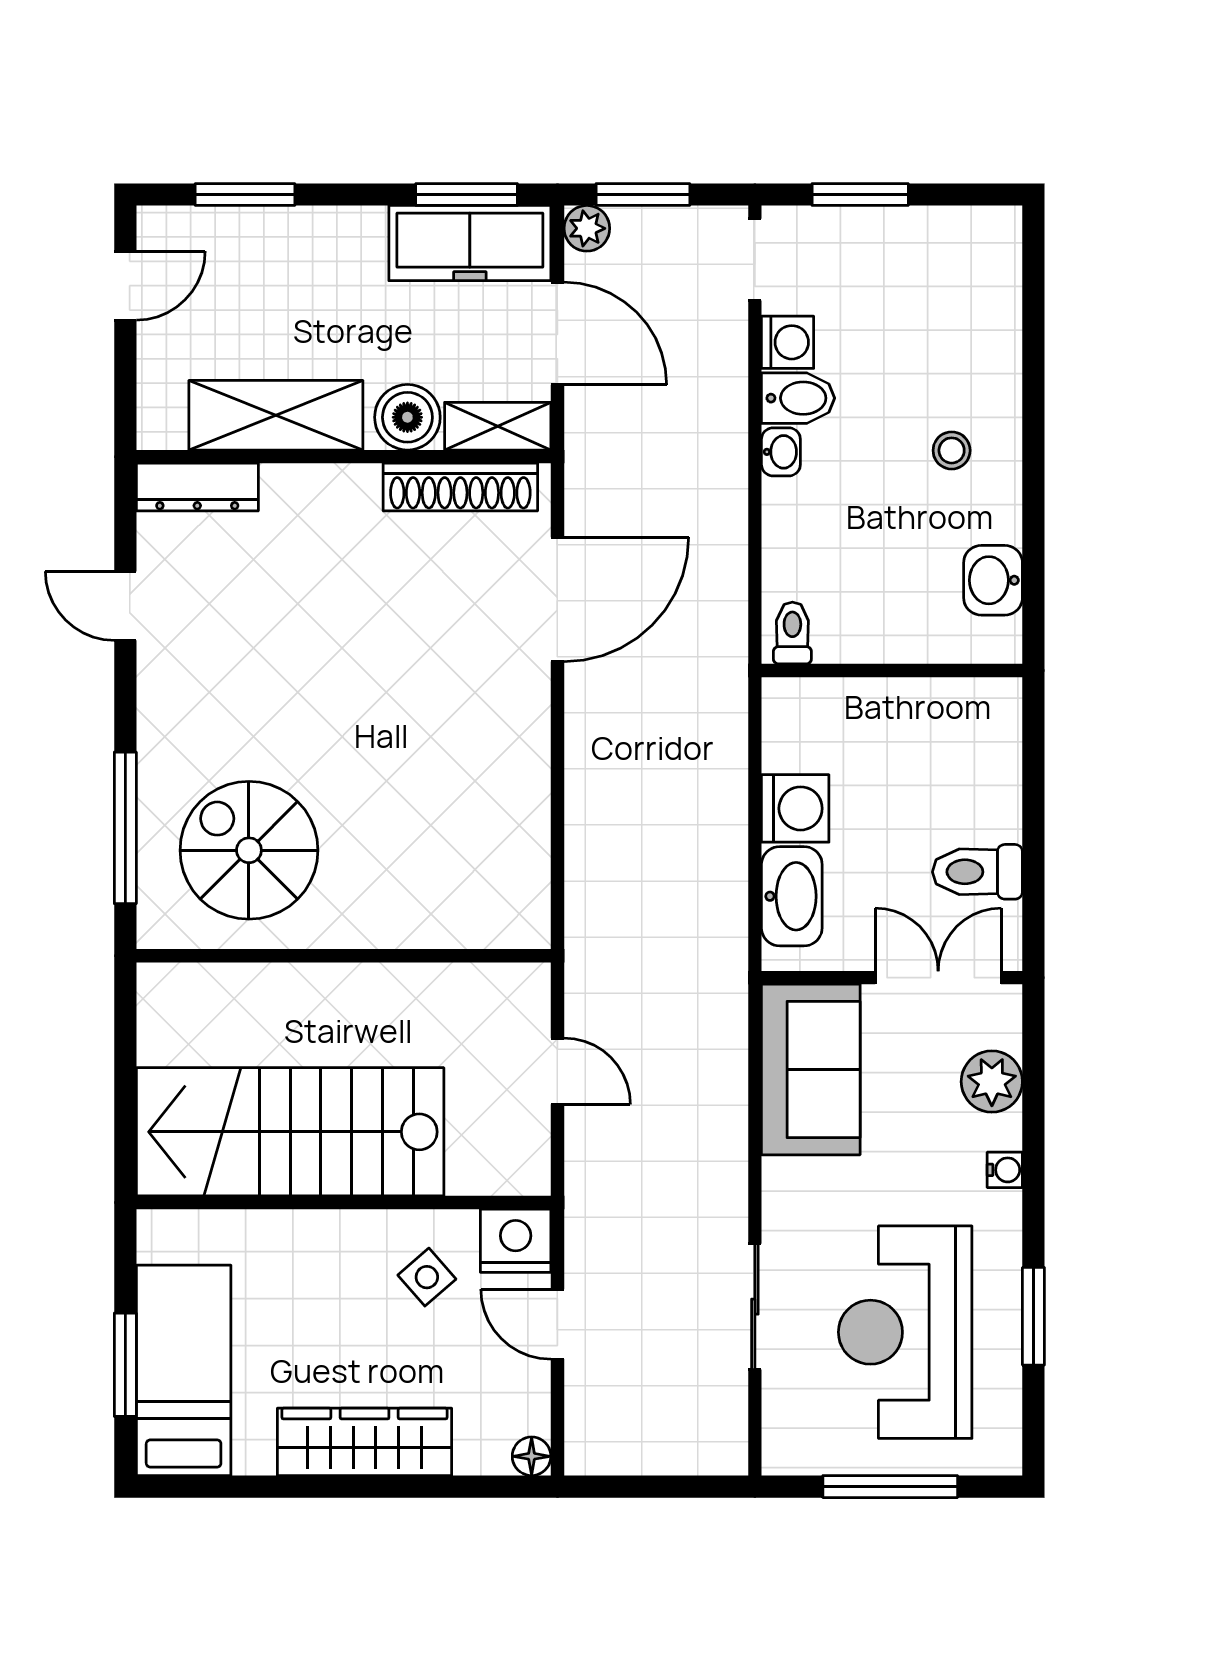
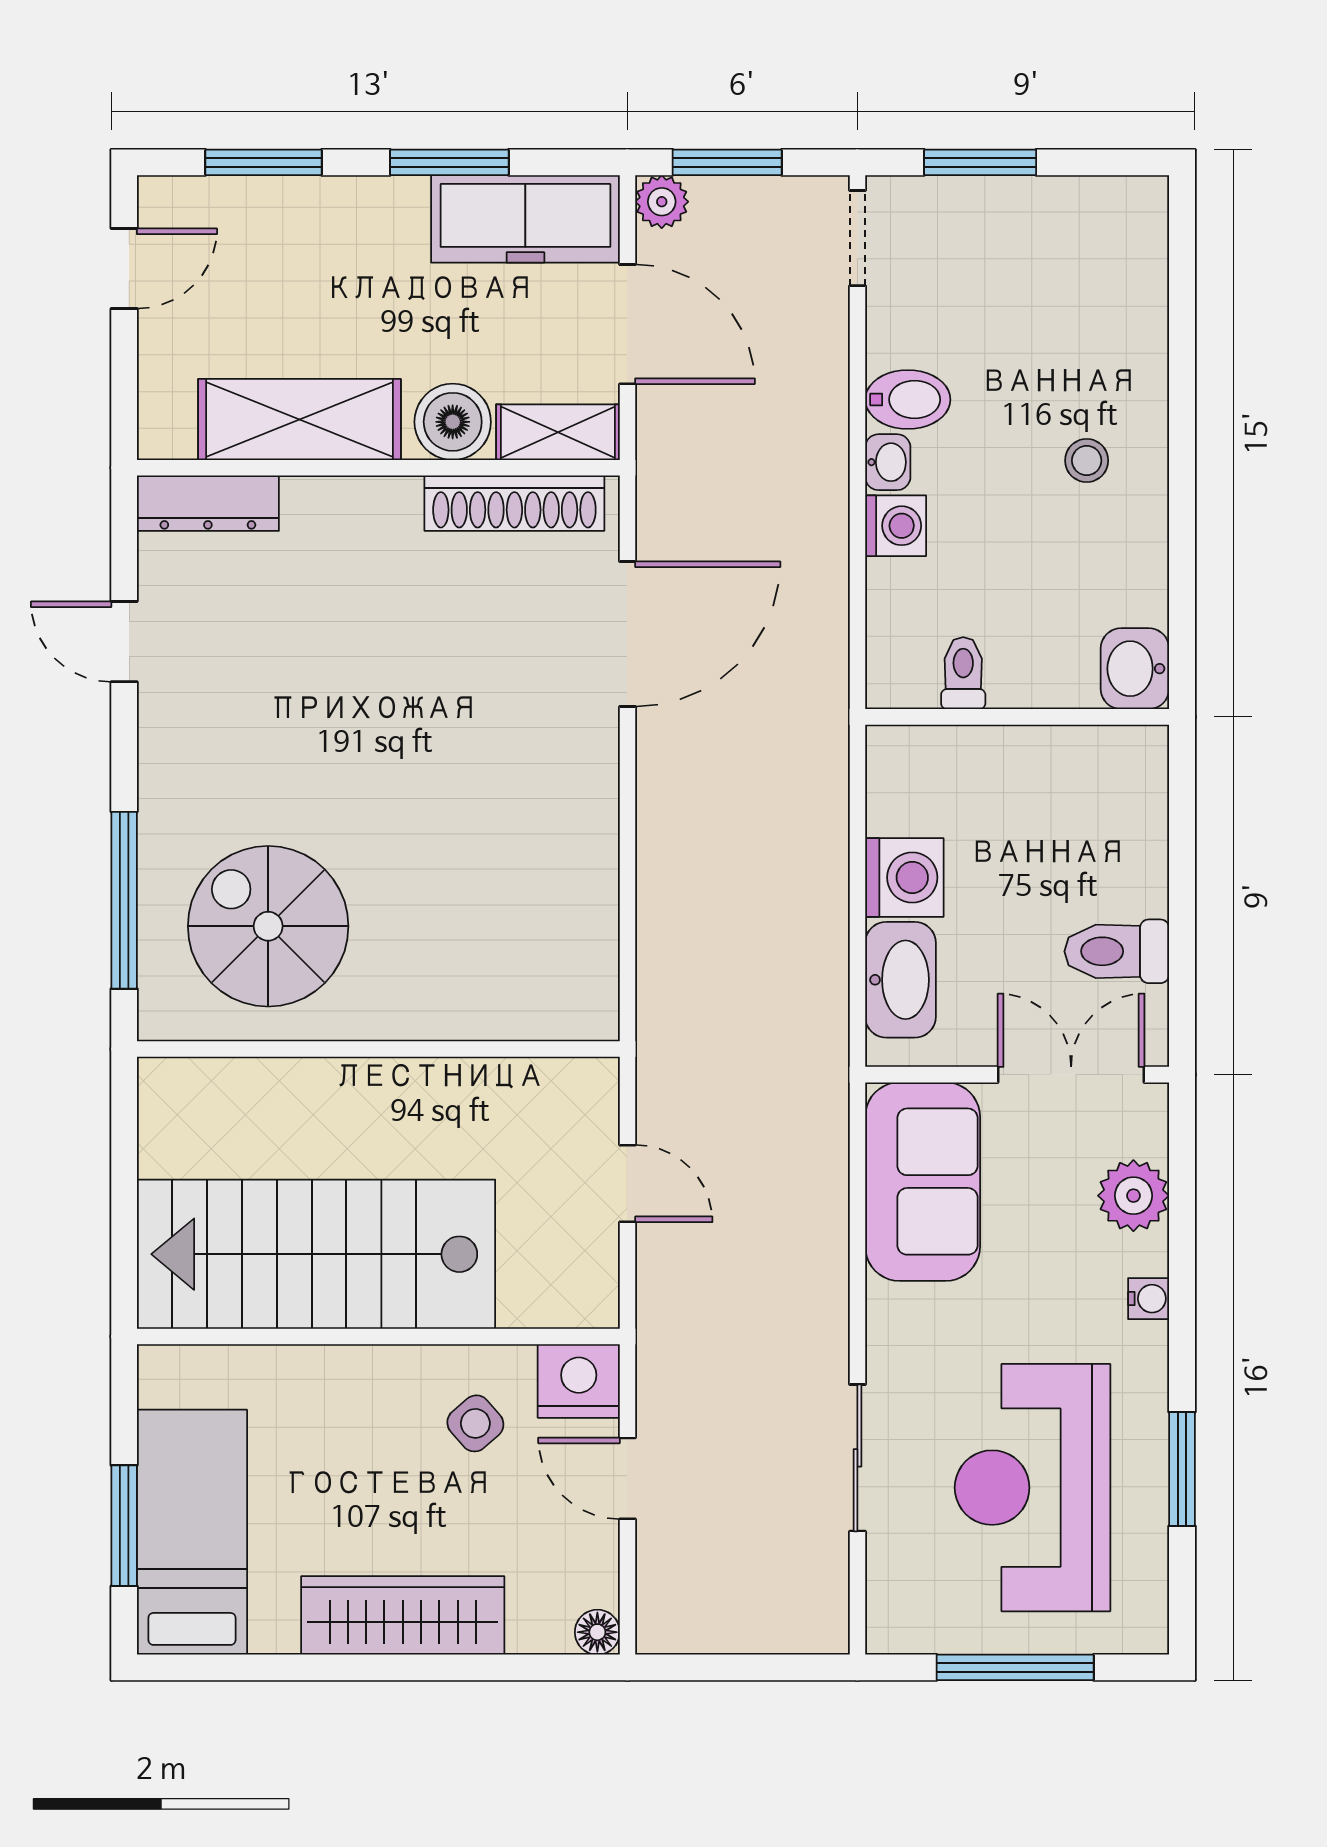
window: (467, 195) -> (449, 162), moved
washing machine: (788, 342) -> (896, 526), moved
washbasin: (993, 580) -> (1135, 669), moved
toilet: (792, 633) -> (963, 673), moved

